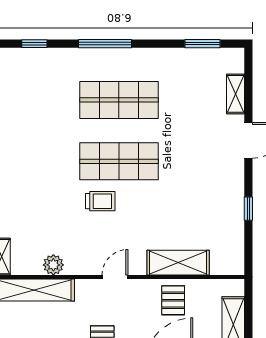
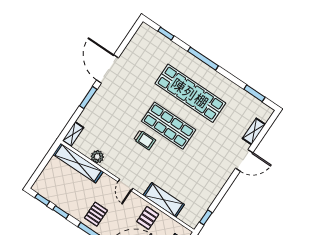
shop shelf: (119, 100) -> (190, 93), width x1.40
window: (248, 209) -> (206, 217), moved
door: (115, 277) -> (125, 185), swing flipped

